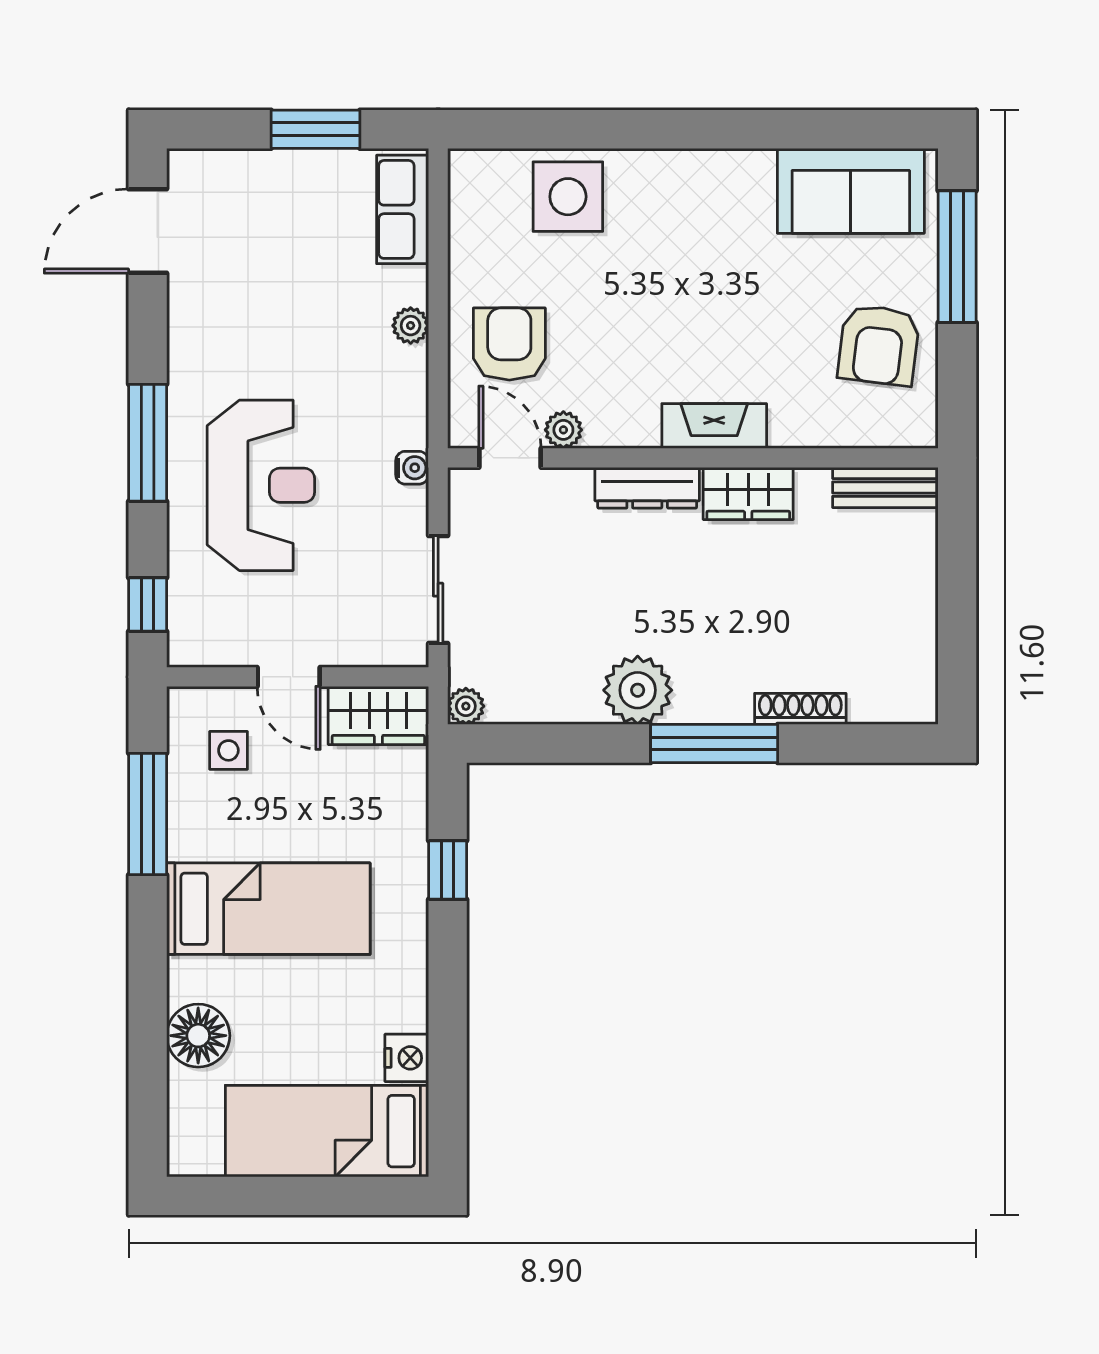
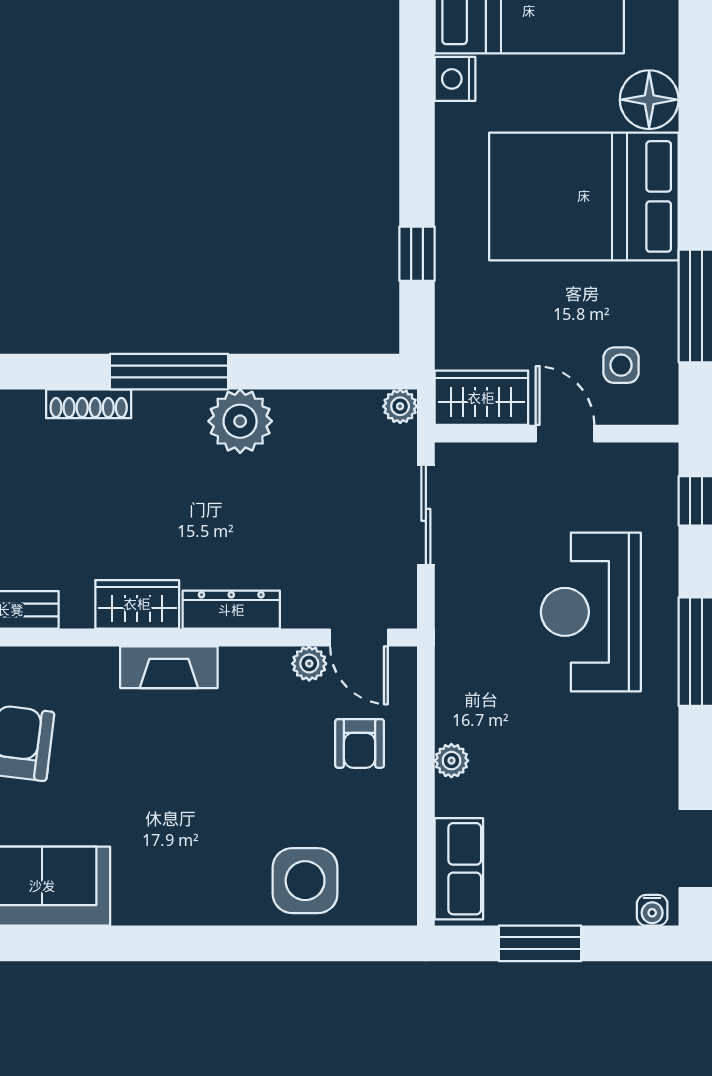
armchair: (509, 344) -> (360, 743), width x0.72, depth x0.72
water cooler: (412, 468) -> (652, 910), moved, turned -90
bed: (268, 909) -> (584, 196), width x1.50

